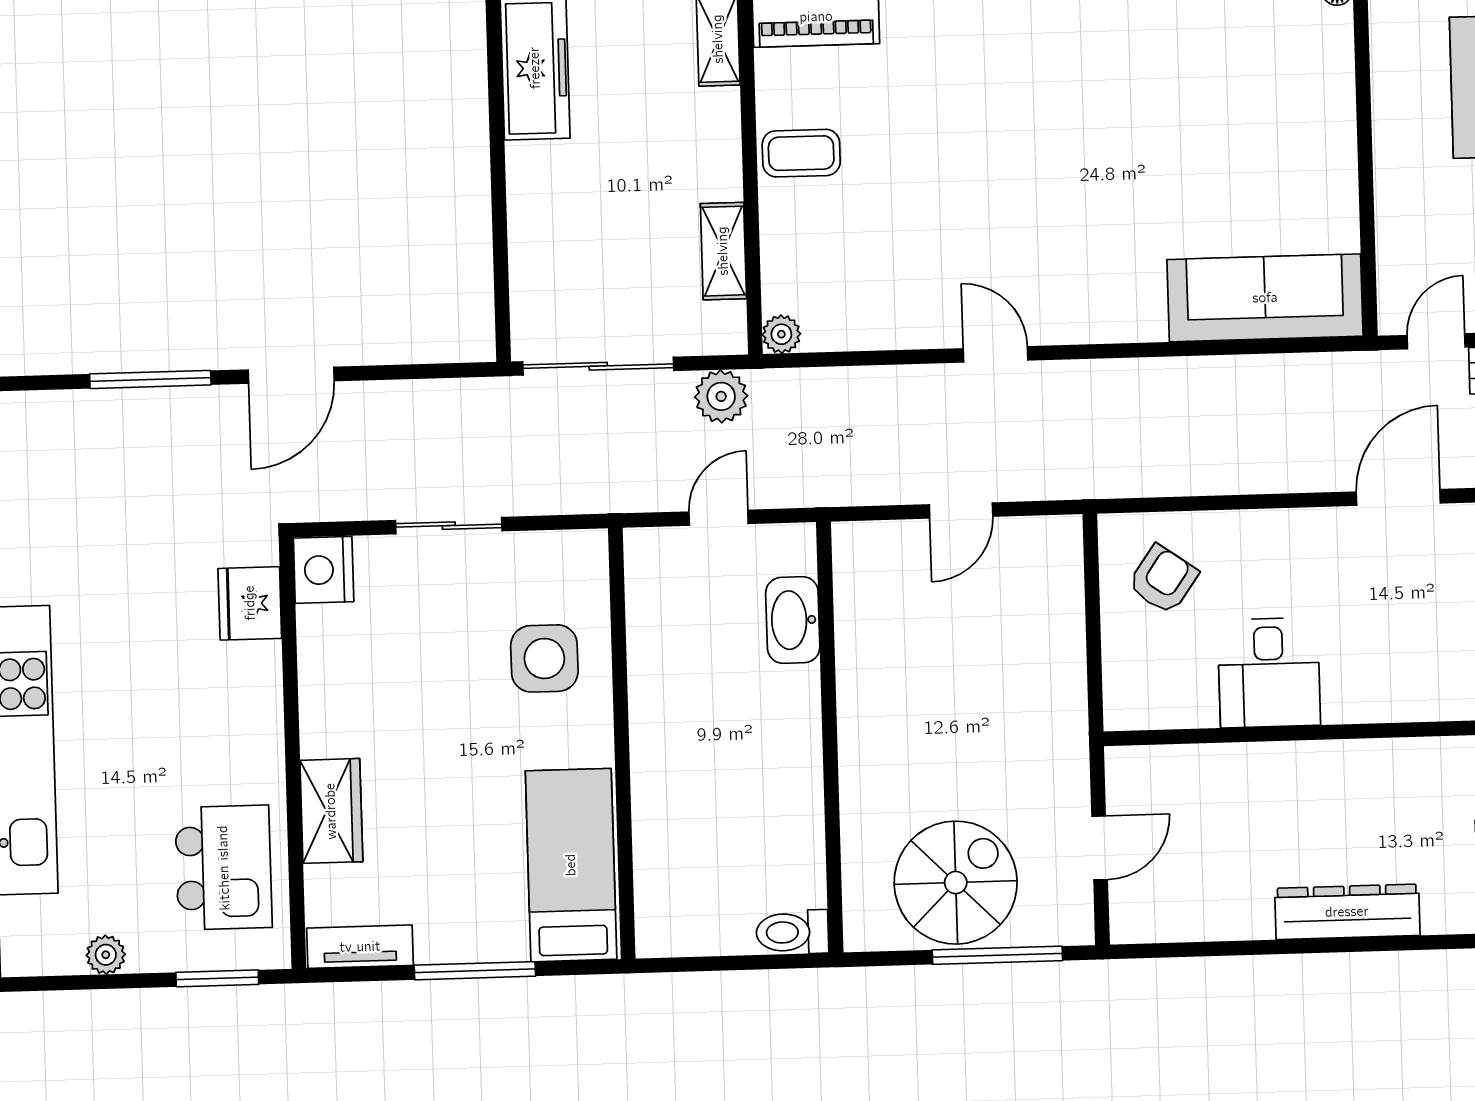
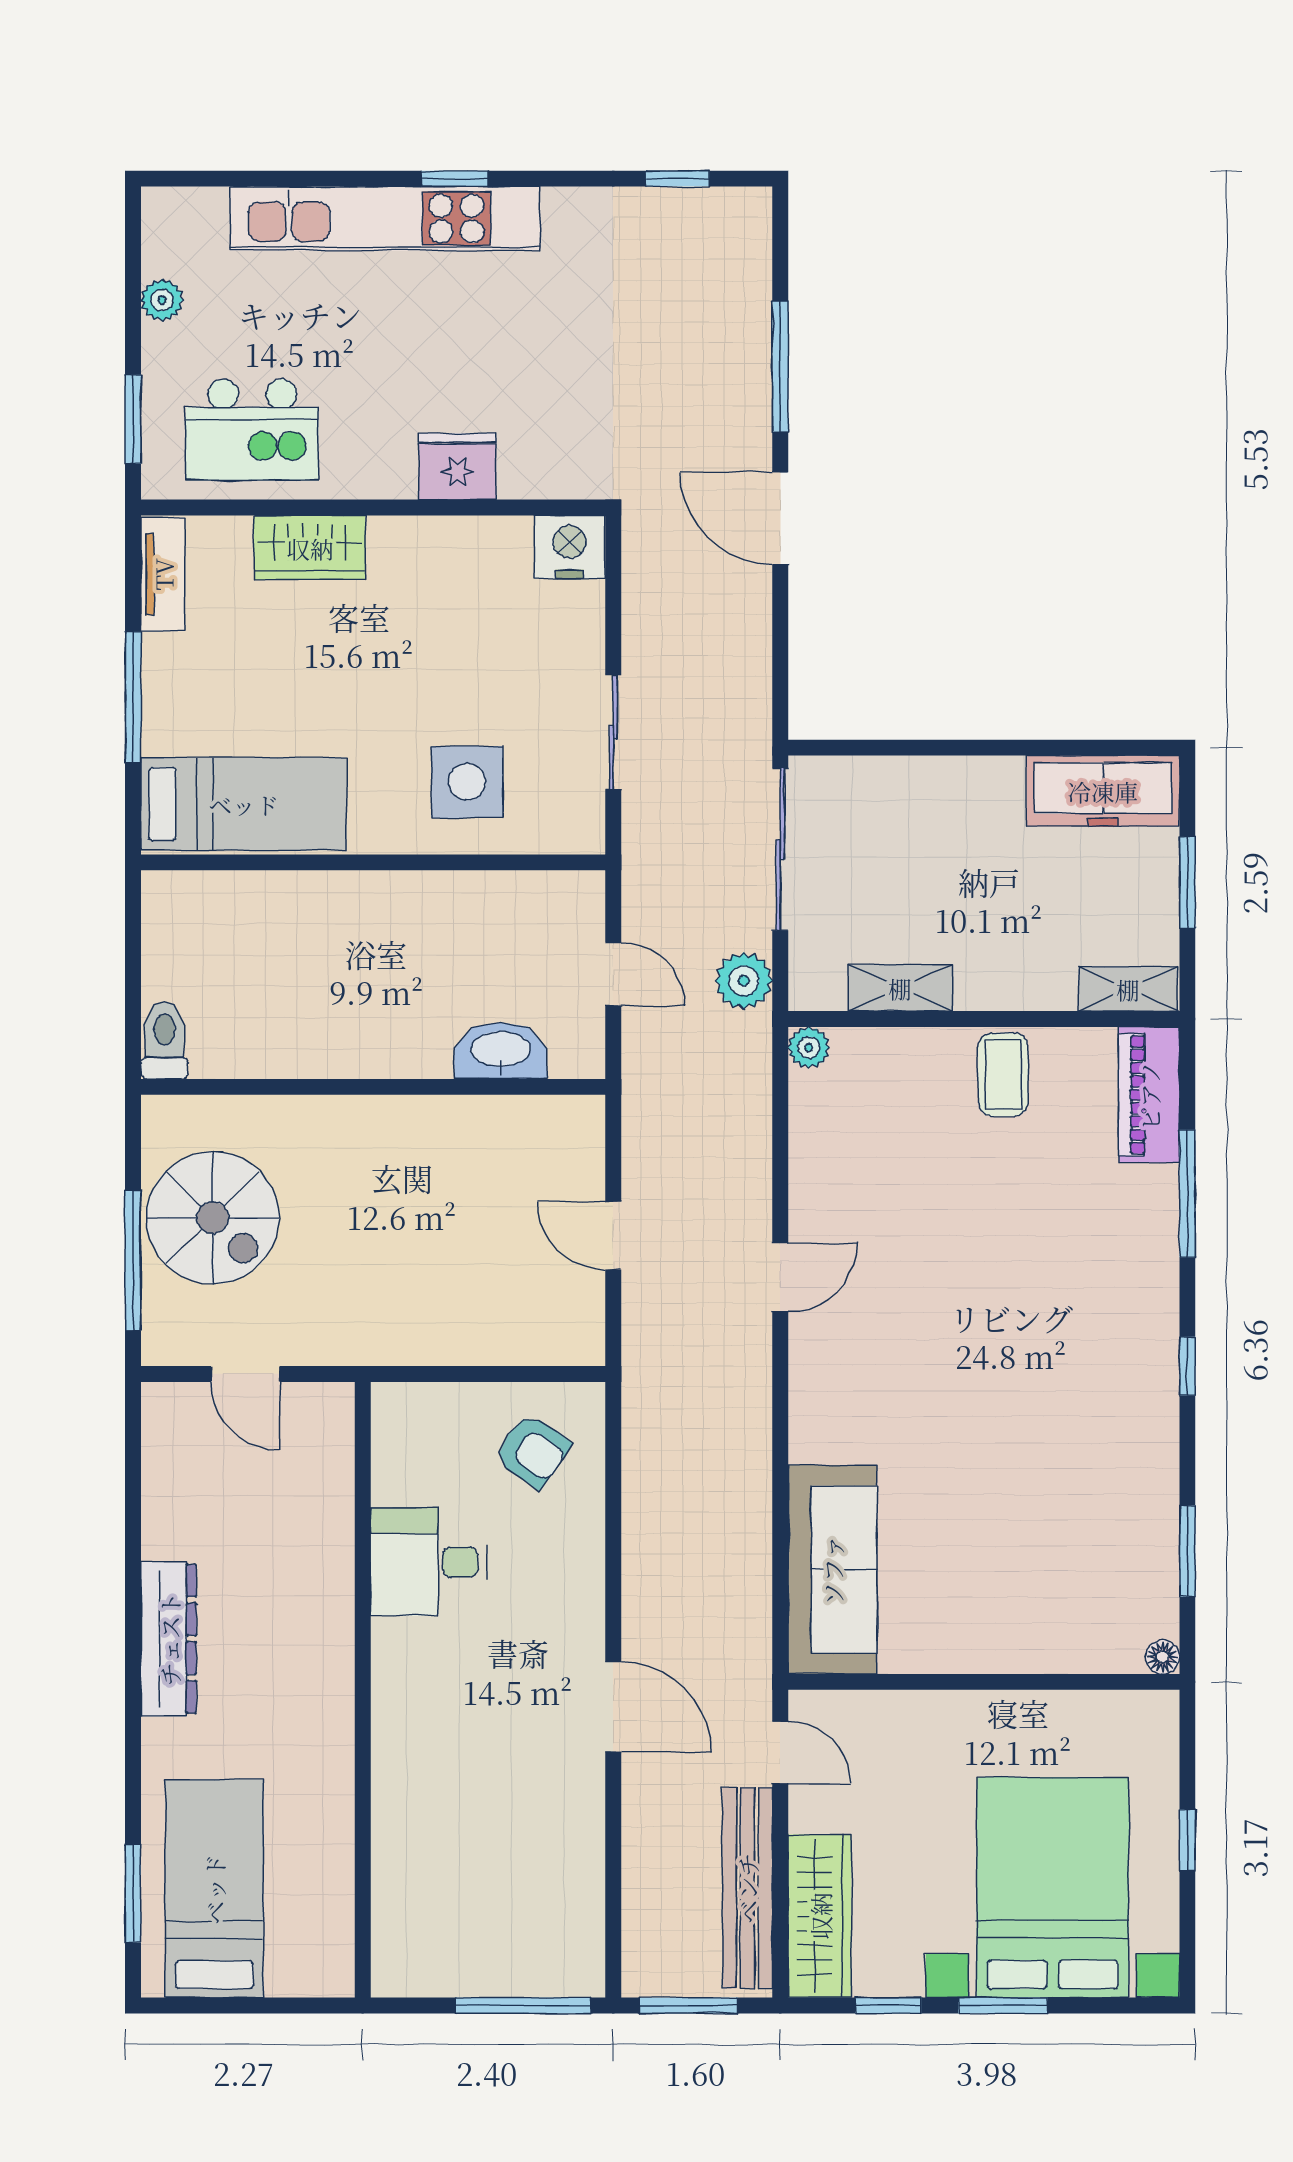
sliding door: (449, 526) -> (613, 732), moved
fridge: (250, 603) -> (457, 466), moved

